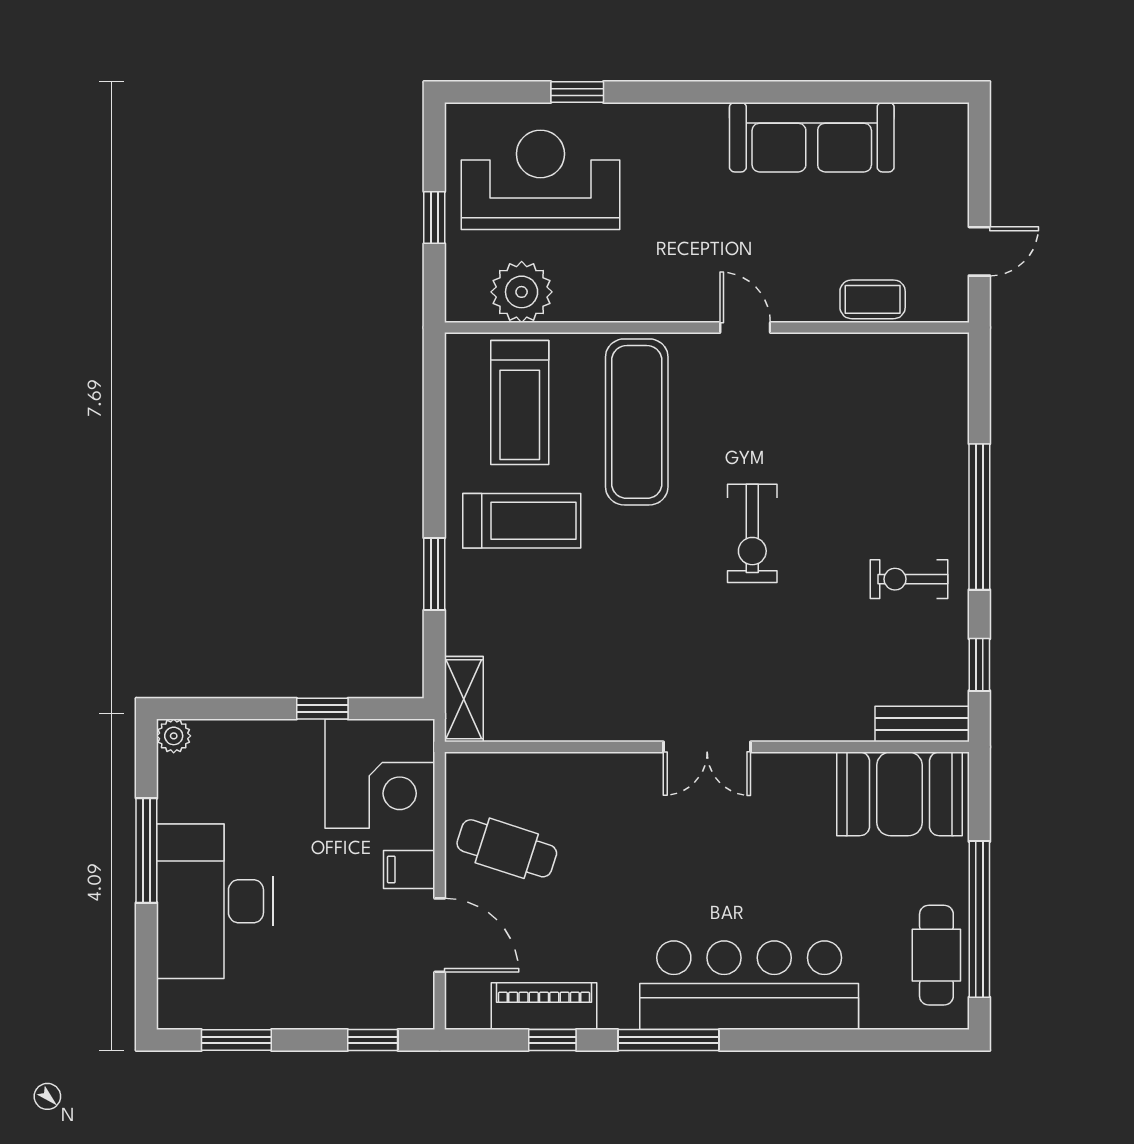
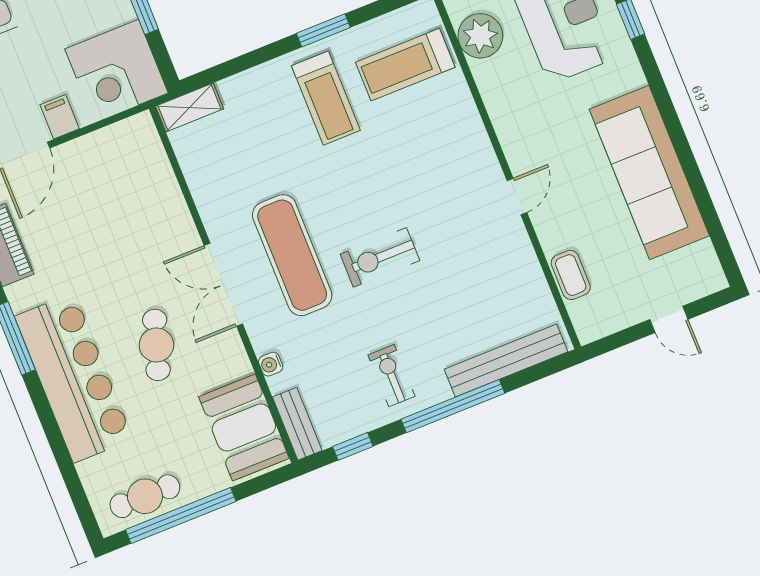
sofa: (812, 137) -> (649, 172), width x1.36, depth x1.27
door: (979, 251) -> (669, 319), moved
exercise mat: (637, 422) -> (292, 255), moved, turned 90
bench: (948, 426) -> (506, 361), added
window: (434, 574) -> (323, 30), moved
water cooler: (832, 727) -> (271, 364), added
double door: (707, 747) -> (223, 285), width x1.37
cafe table: (507, 848) -> (156, 345), moved

